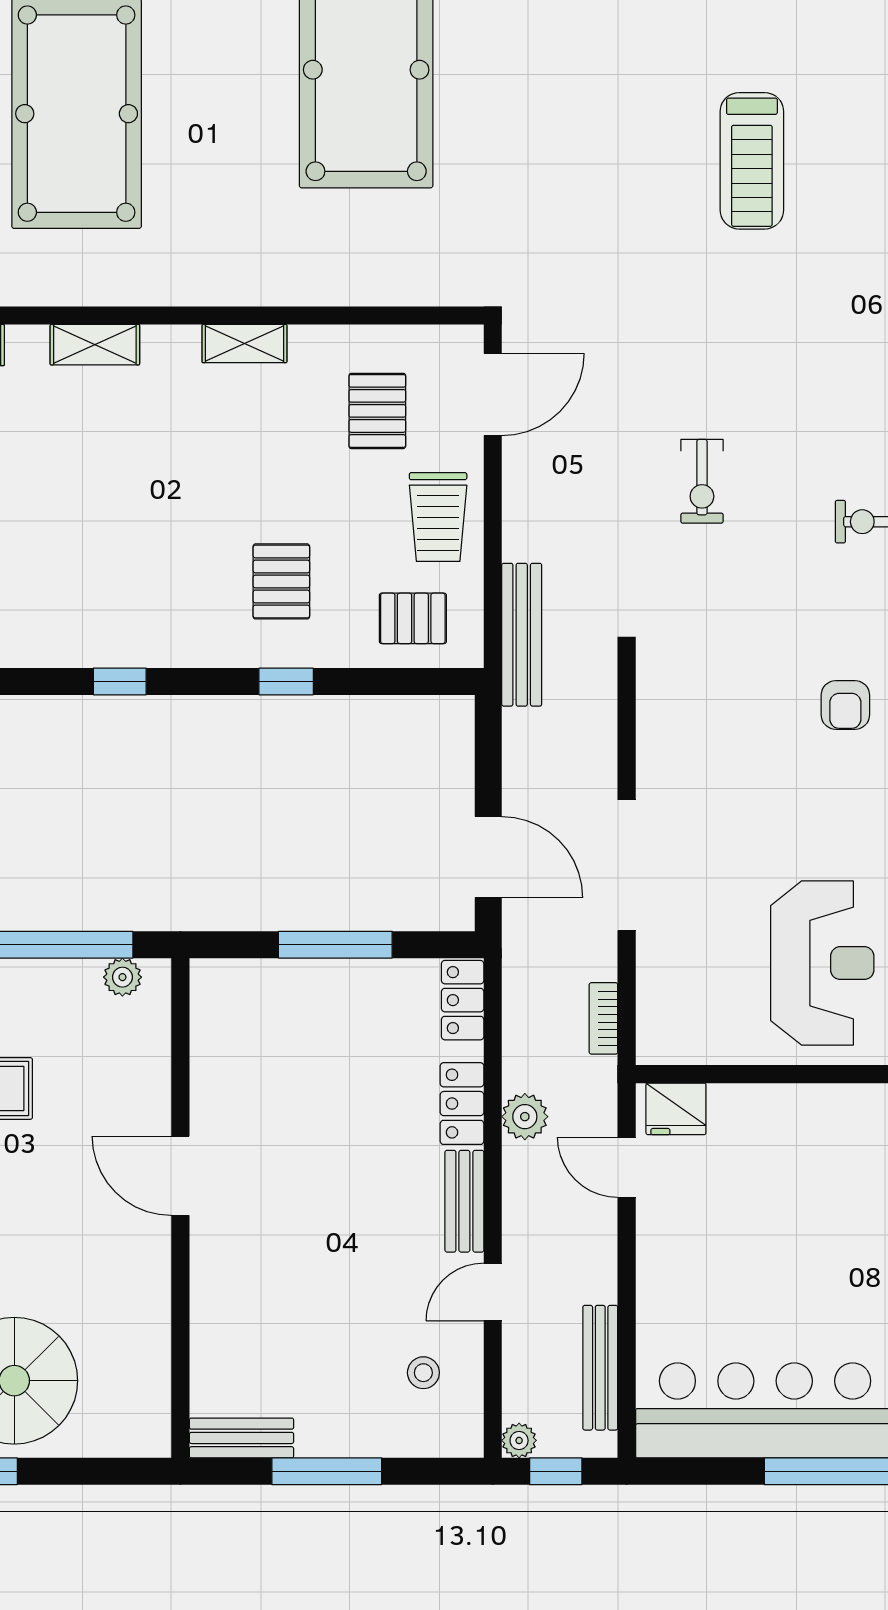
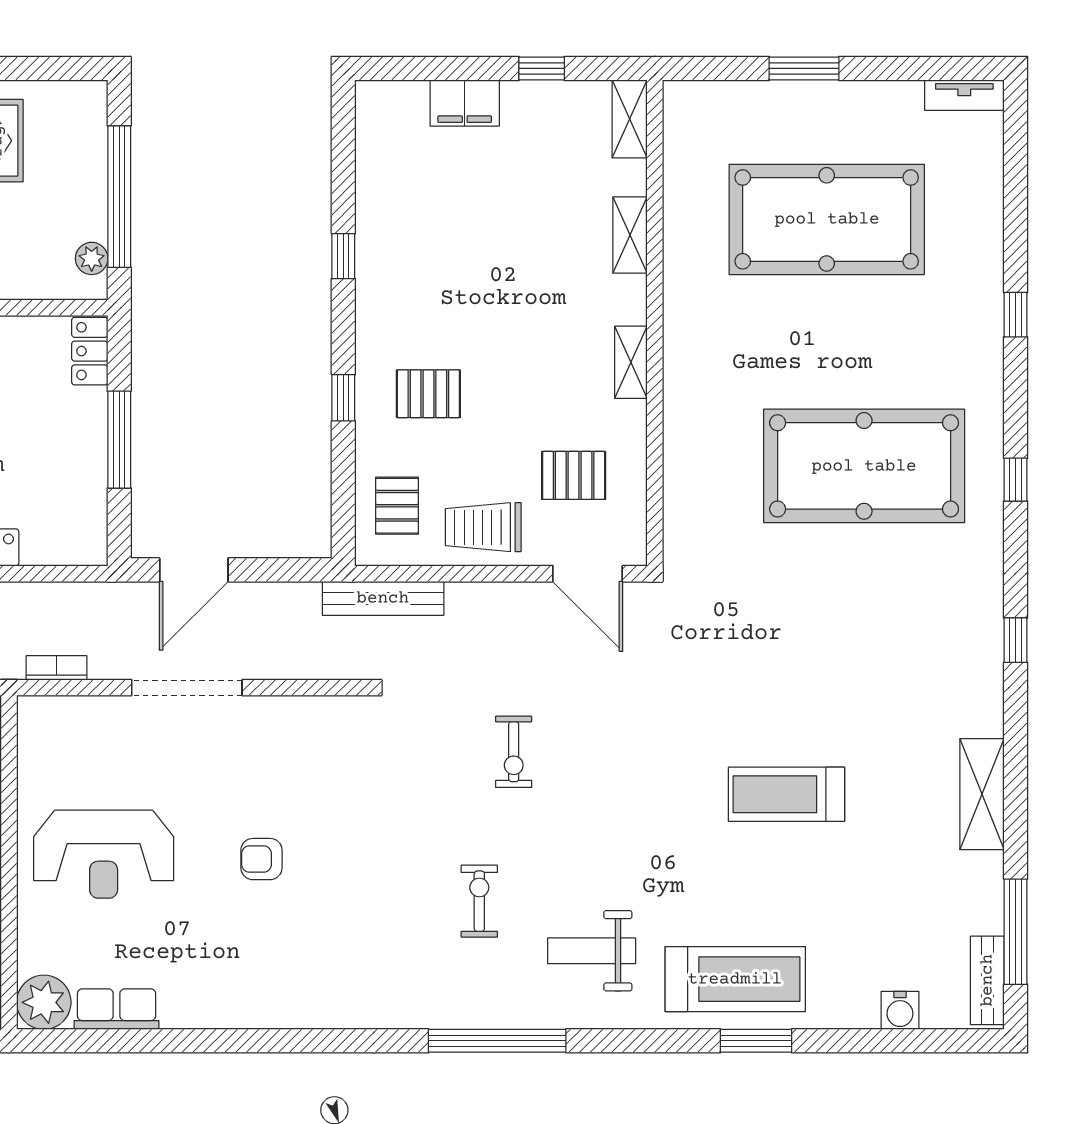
exercise bike: (702, 481) -> (514, 752), turned -90
armchair: (845, 705) -> (261, 859), moved
locker: (463, 1000) -> (90, 351), moved, turned -90

